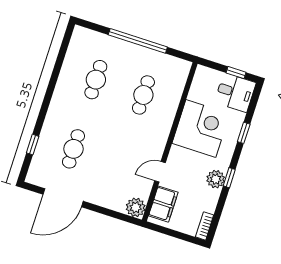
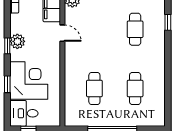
corner desk: (201, 128) -> (29, 80), moved, turned 180
door: (160, 172) -> (62, 33), hinge flipped

